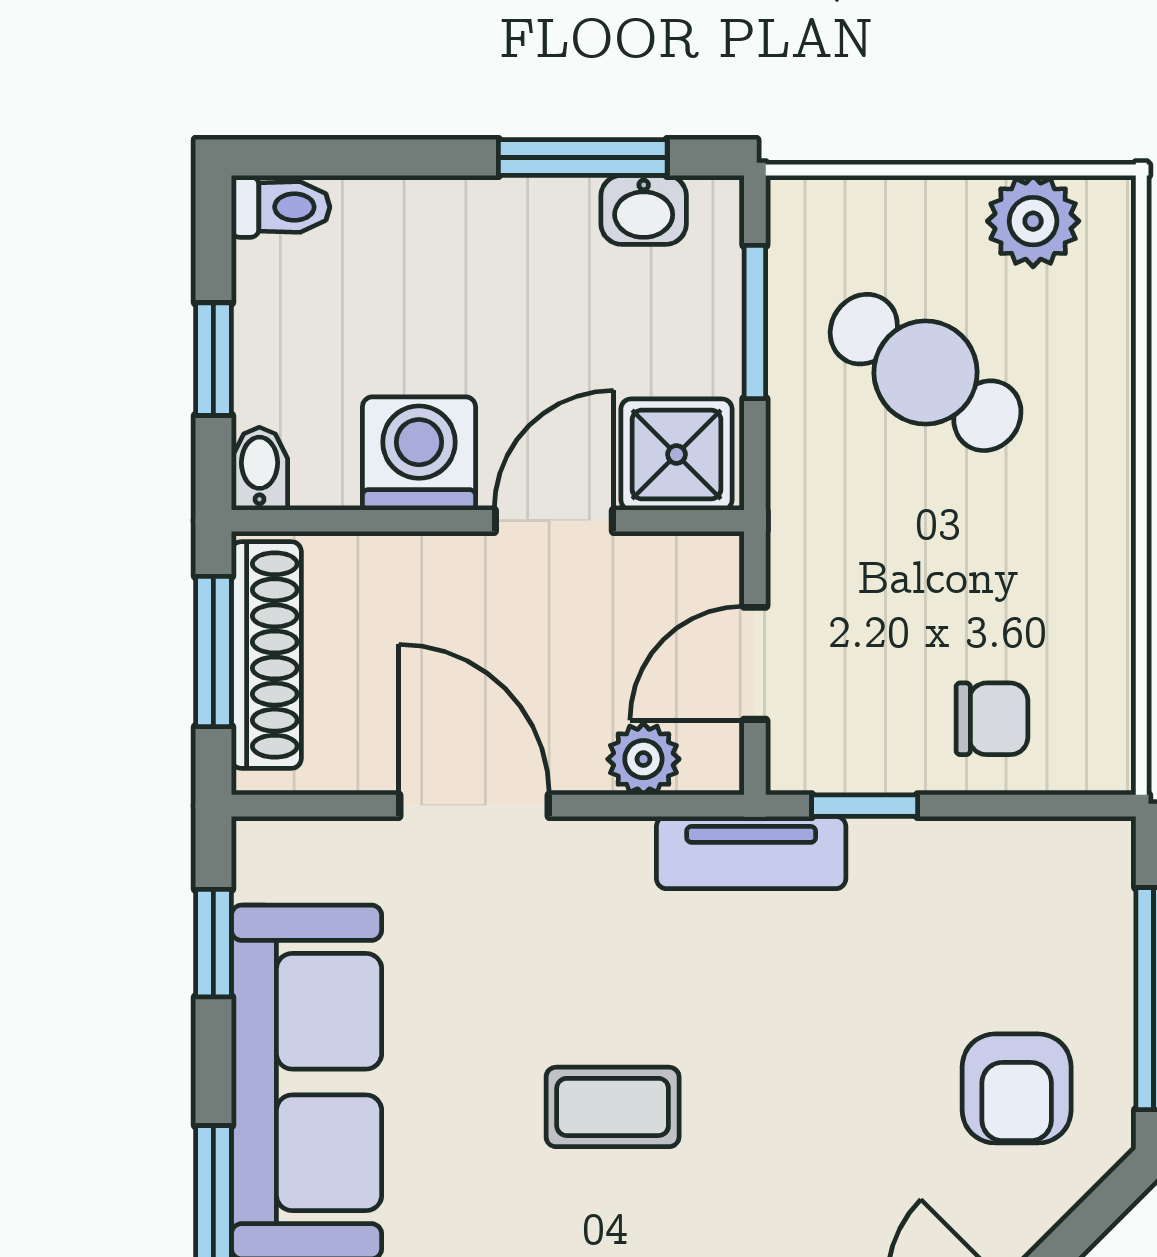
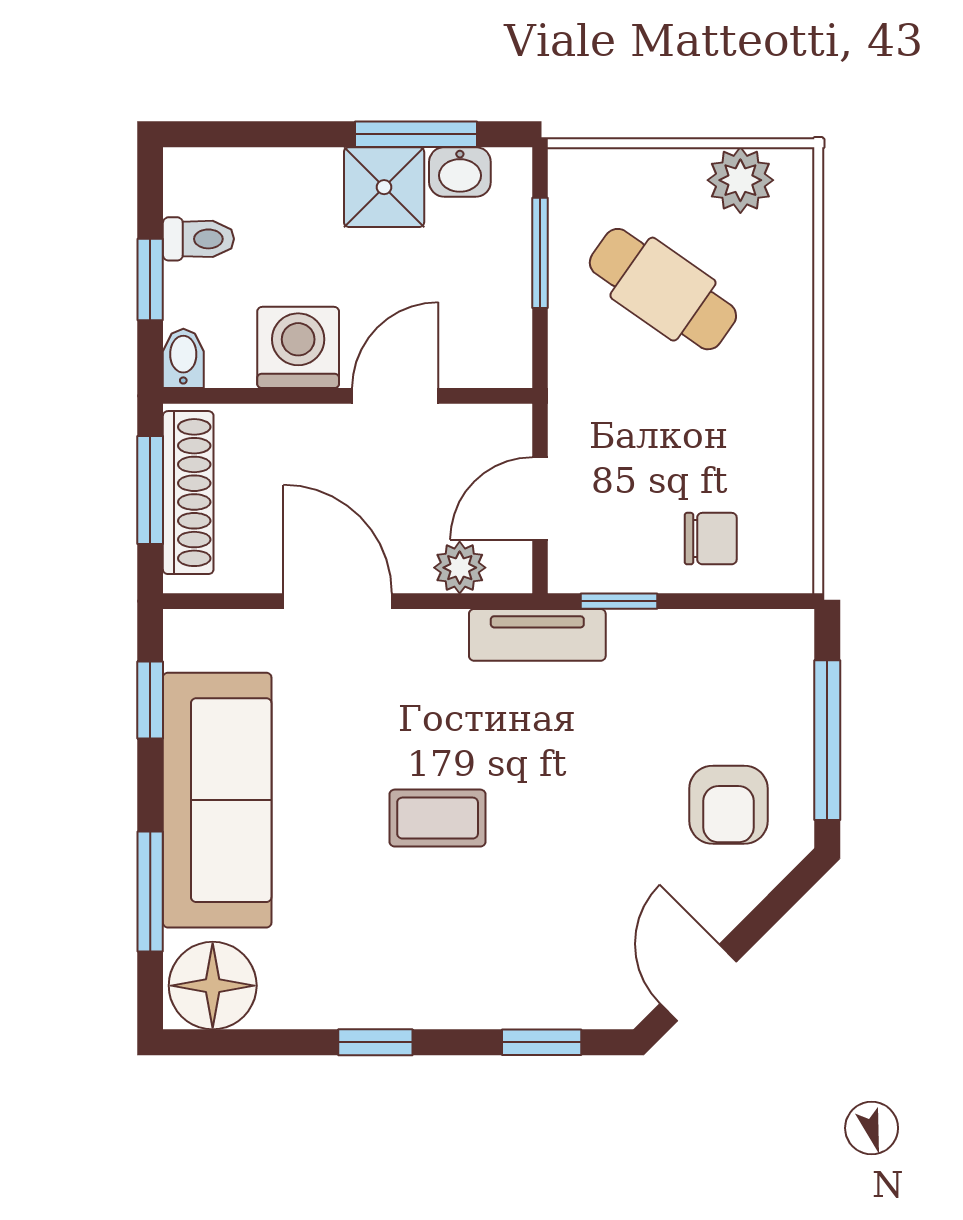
toilet: (281, 207) -> (198, 239), moved
shower: (676, 454) -> (384, 187), moved

